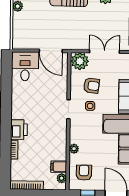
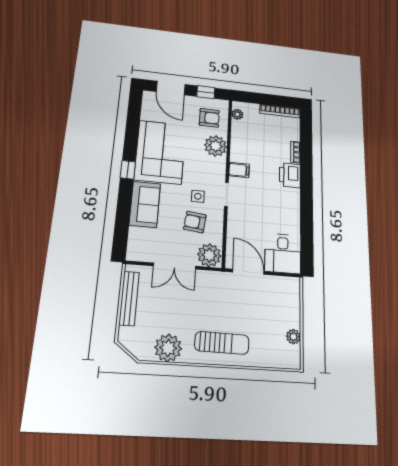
plant: (74, 149) -> (216, 146), width x1.88, depth x1.88
filing cabinet: (59, 167) -> (239, 170), moved
armchair: (84, 173) -> (209, 118), turned -90

